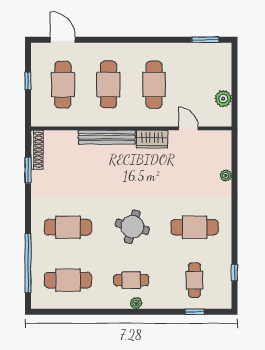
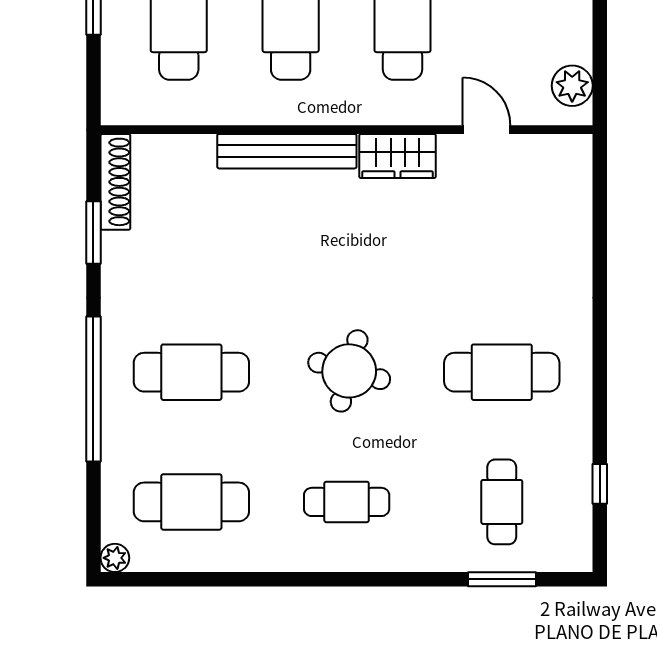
plant: (223, 99) -> (572, 86), moved
plant: (226, 175) -> (578, 245), removed
window: (28, 263) -> (93, 389), moved
plant: (136, 303) -> (115, 558), moved
window: (195, 312) -> (502, 579), width x1.50

